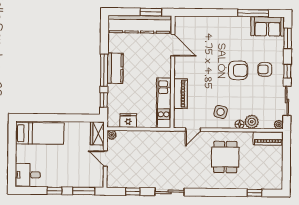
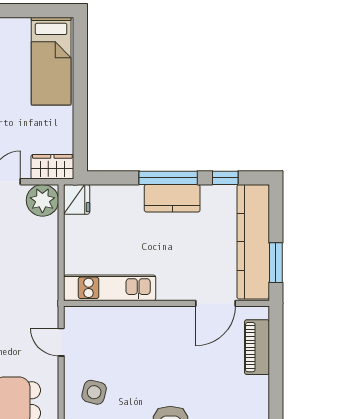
piano: (180, 94) -> (257, 347), moved, turned 90
window: (104, 100) -> (225, 178), moved
fridge: (128, 120) -> (77, 199), moved
plant: (112, 135) -> (42, 200), width x1.88, depth x1.88

